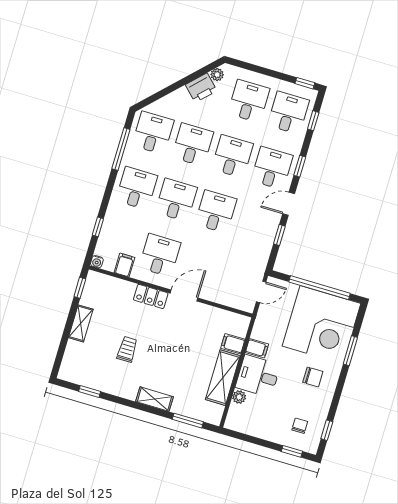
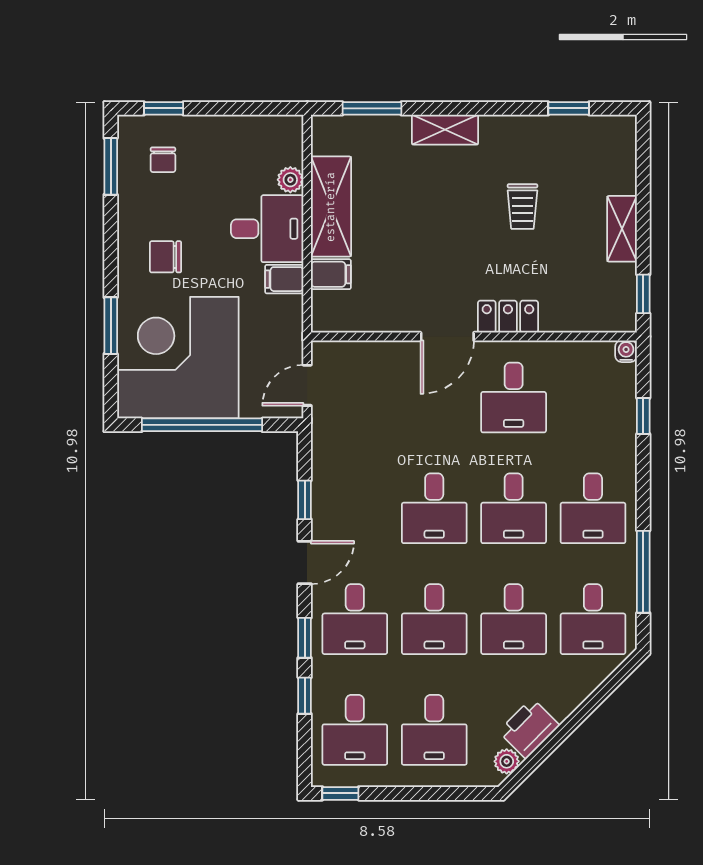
window: (313, 121) -> (305, 696), moved
filing cabinet: (124, 265) -> (573, 360), removed
window: (327, 430) -> (111, 166), width x1.50

